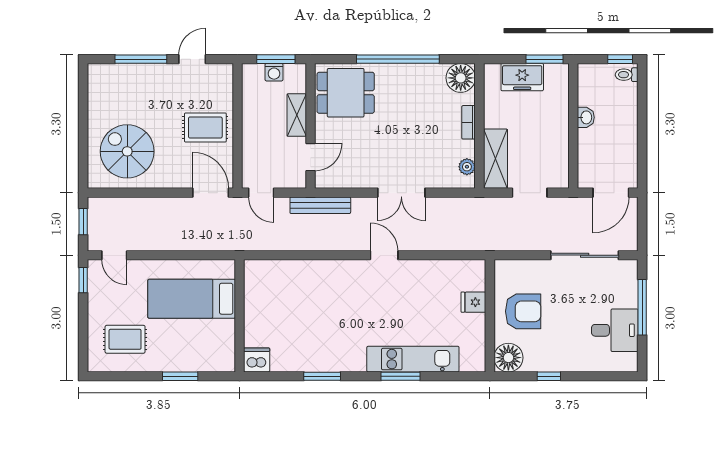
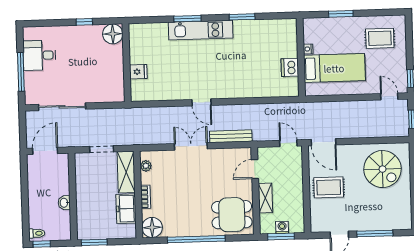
freezer: (522, 77) -> (126, 209), moved, turned -90
bench: (320, 205) -> (231, 136), moved
armchair: (523, 311) -> (104, 66), removed
nightstand: (229, 327) -> (308, 49), added
kitchen unit: (413, 359) -> (201, 30), moved
dishwasher: (257, 360) -> (290, 67), moved, turned 90

